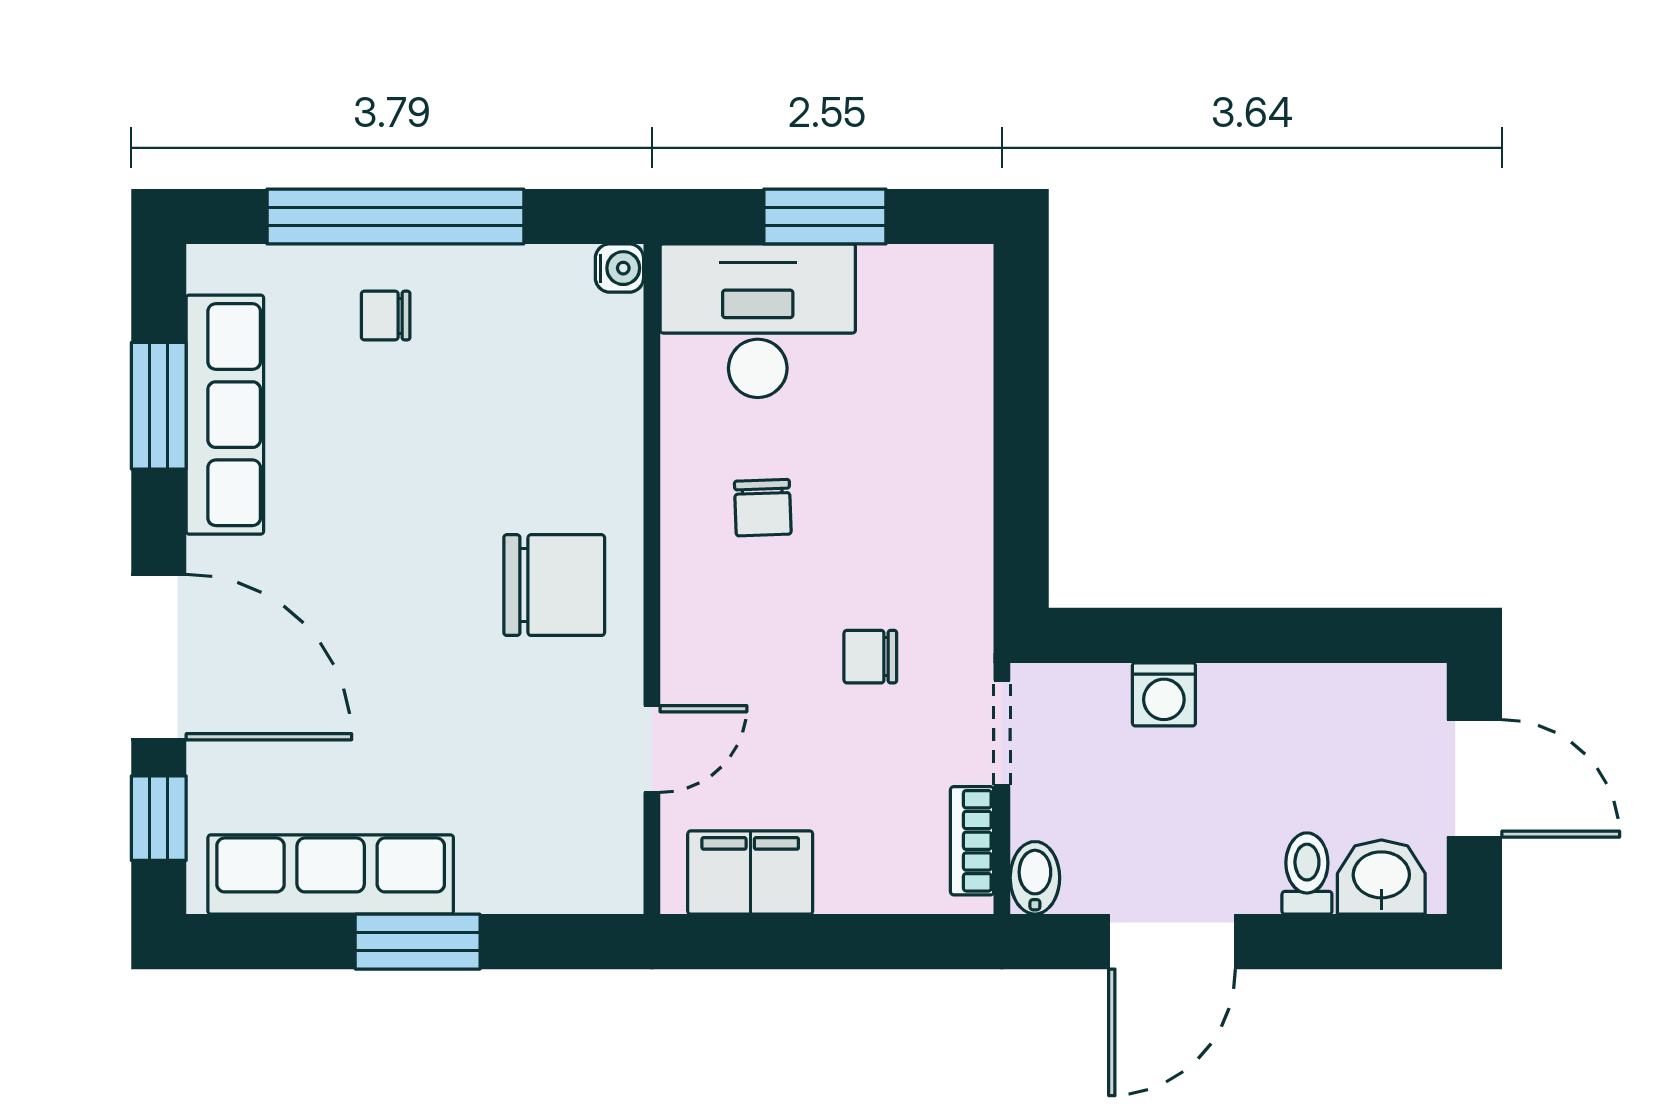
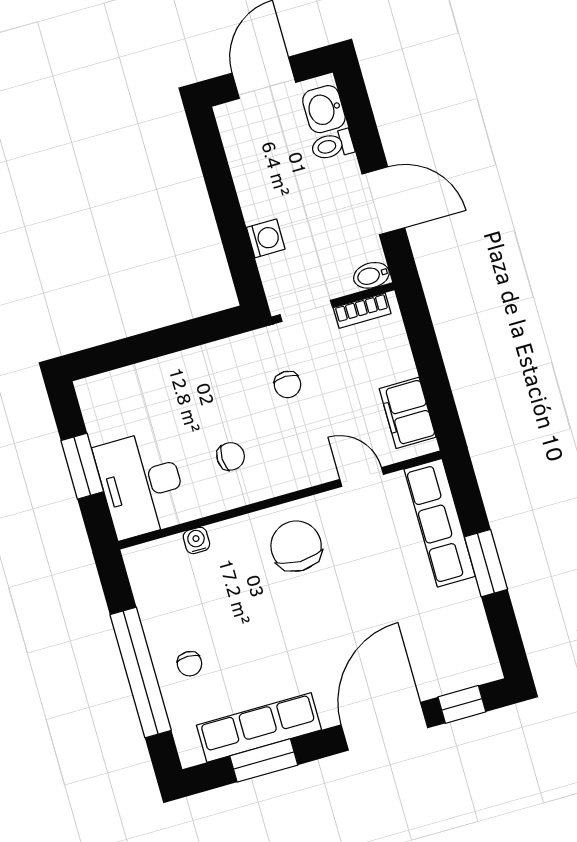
water cooler: (619, 268) -> (196, 540), moved
row of seats: (331, 874) -> (440, 523), moved

